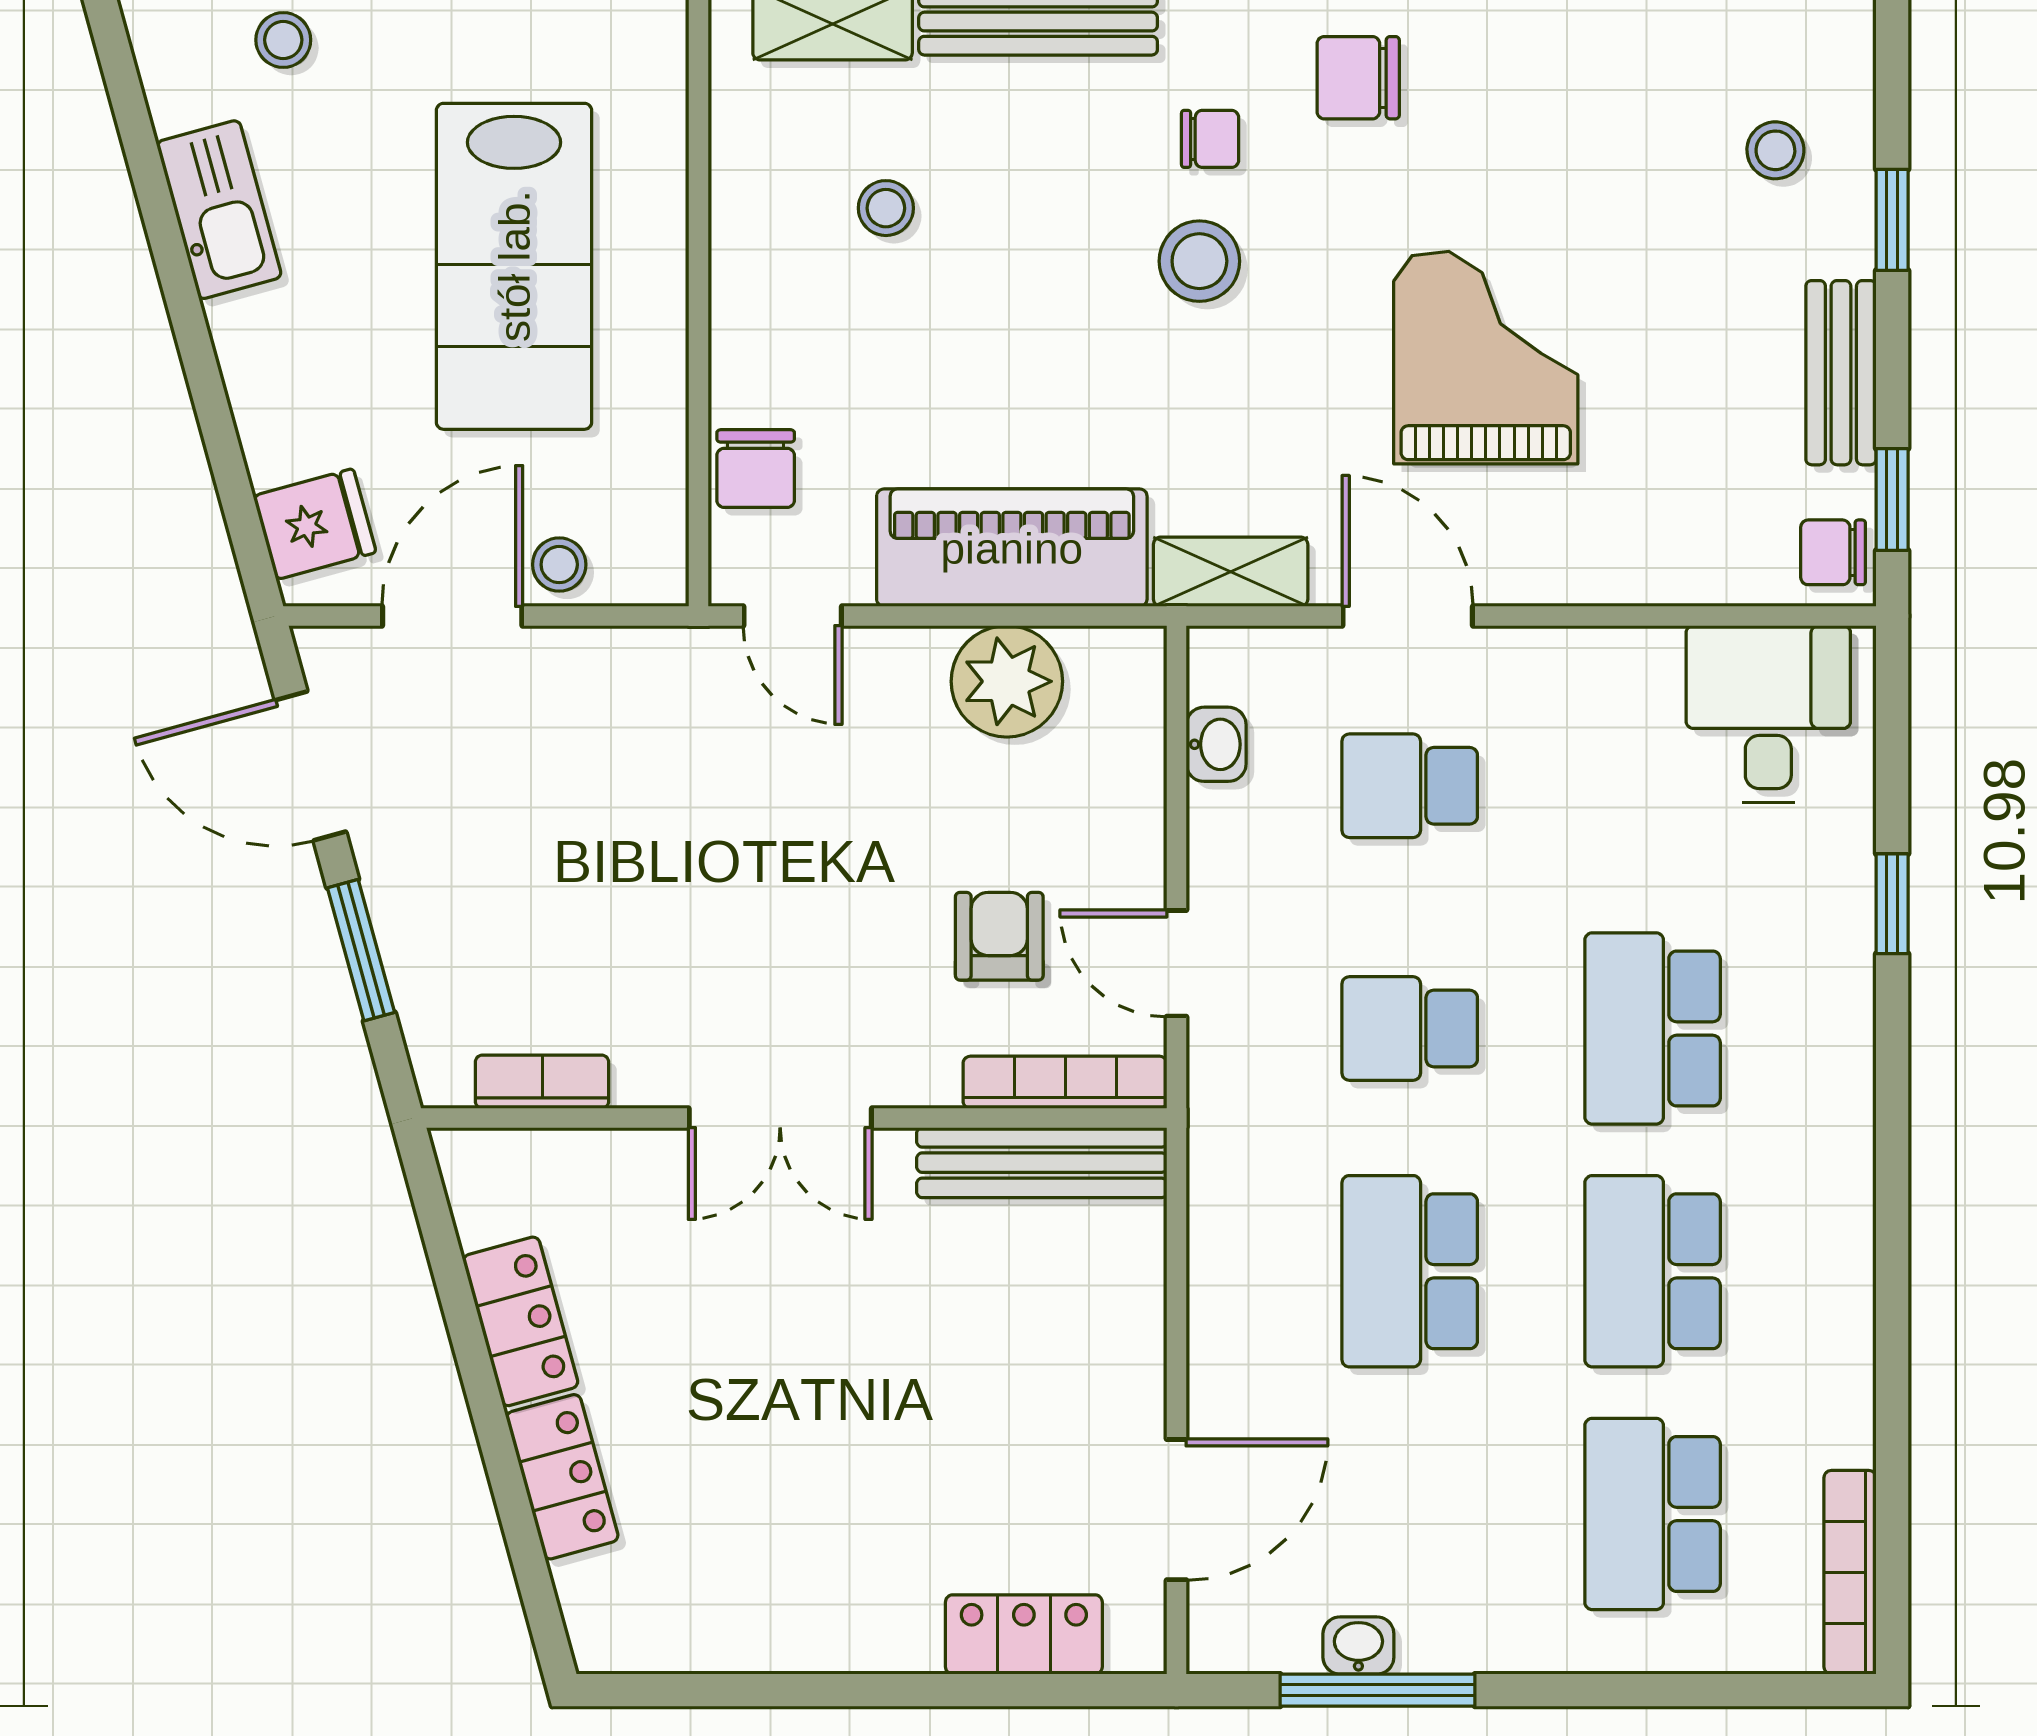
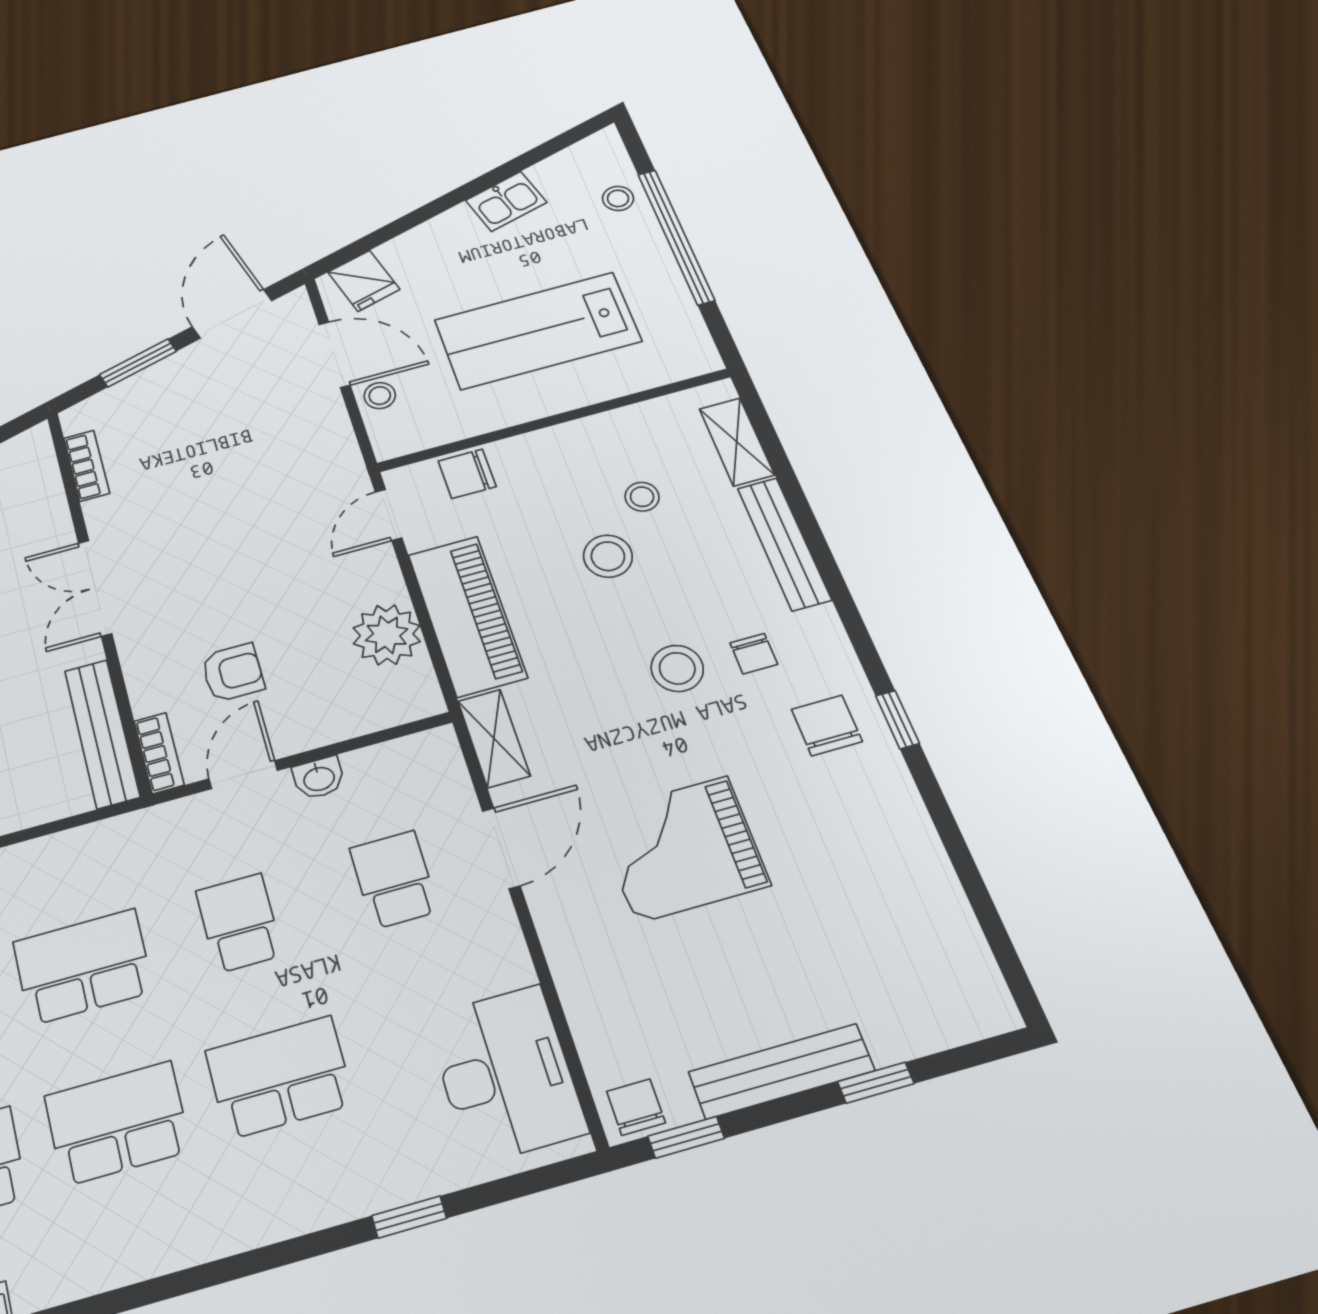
stool: (1775, 150) -> (608, 556), moved, width x1.37, depth x1.37
kitchen sink: (219, 210) -> (506, 201), width x0.73
grand piano: (1486, 358) -> (682, 849), turned 180
bench: (1841, 373) -> (781, 1071), width x1.36
desk: (1768, 714) -> (506, 1074), width x1.37
washbasin: (1216, 744) -> (319, 778), moved
bookcase: (1065, 1082) -> (159, 753), width x0.64

